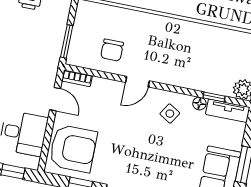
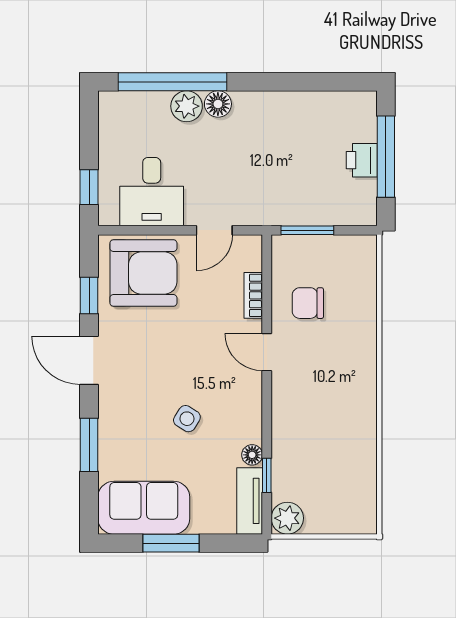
bookcase: (77, 78) -> (253, 295), moved
side table: (170, 114) -> (187, 419), moved
armchair: (73, 148) -> (143, 273), turned -90

